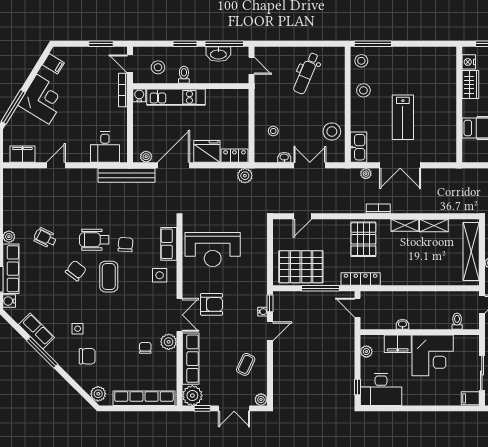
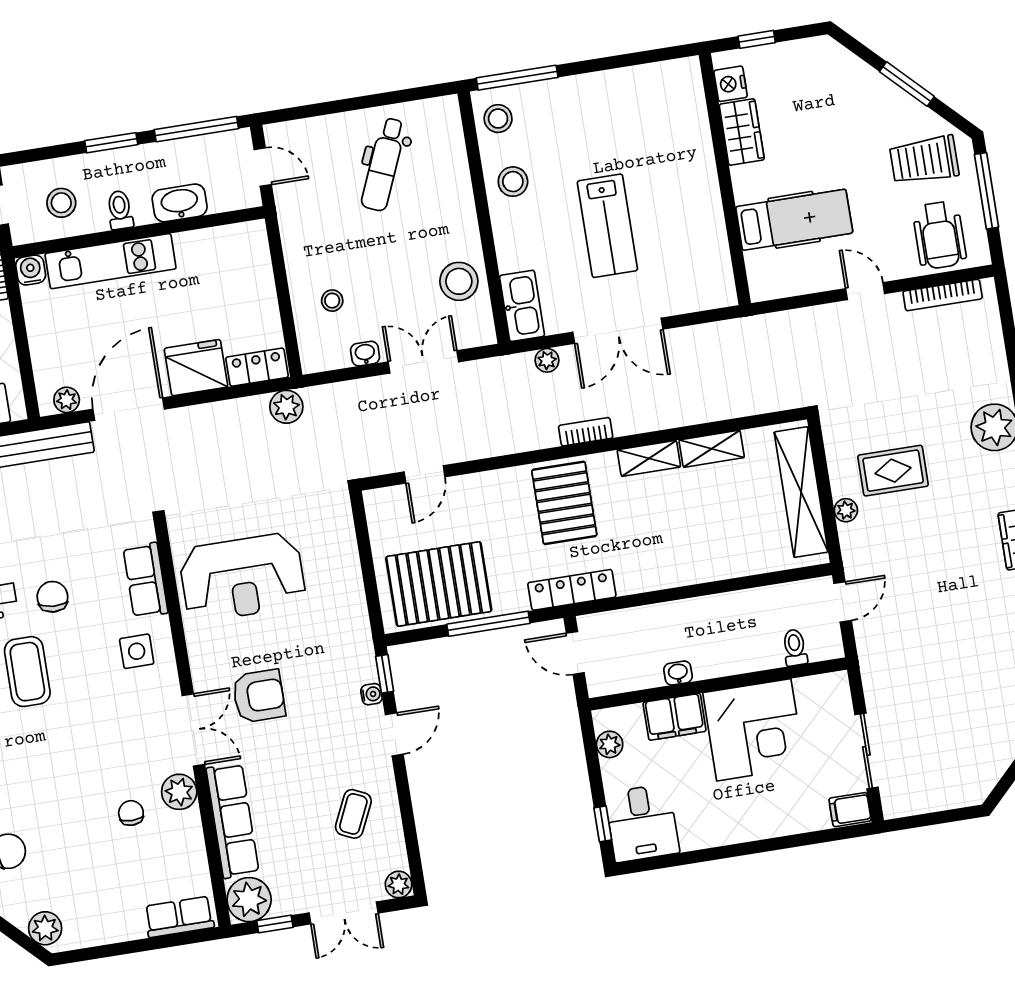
washbasin: (218, 54) -> (180, 203), moved, turned 180
desk: (381, 389) -> (642, 823), width x0.73
row of seats: (144, 398) -> (179, 917), width x0.50

